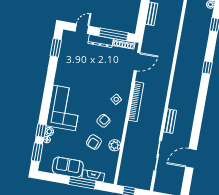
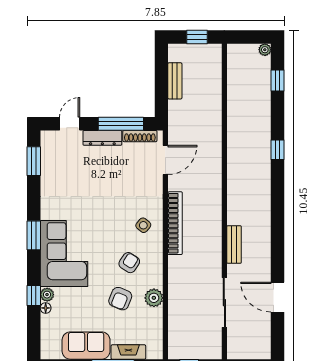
window: (37, 152) -> (34, 235), moved
door: (191, 158) -> (277, 297), hinge flipped

